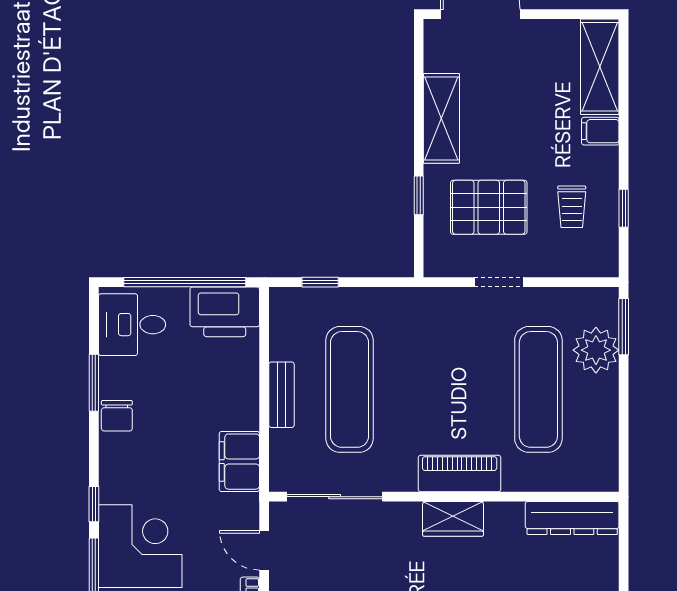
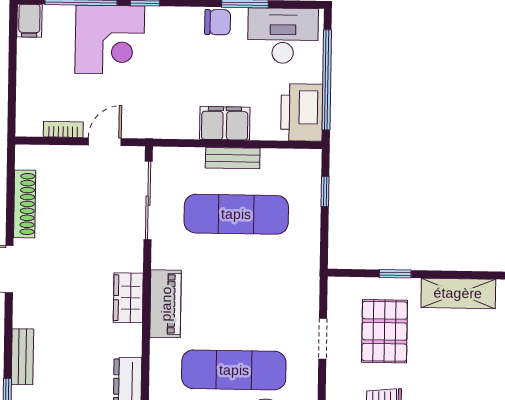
desk: (132, 325) -> (283, 36), width x1.37
chair: (117, 416) -> (218, 22), turned 180
filing cabinet: (239, 462) -> (225, 123), moved

